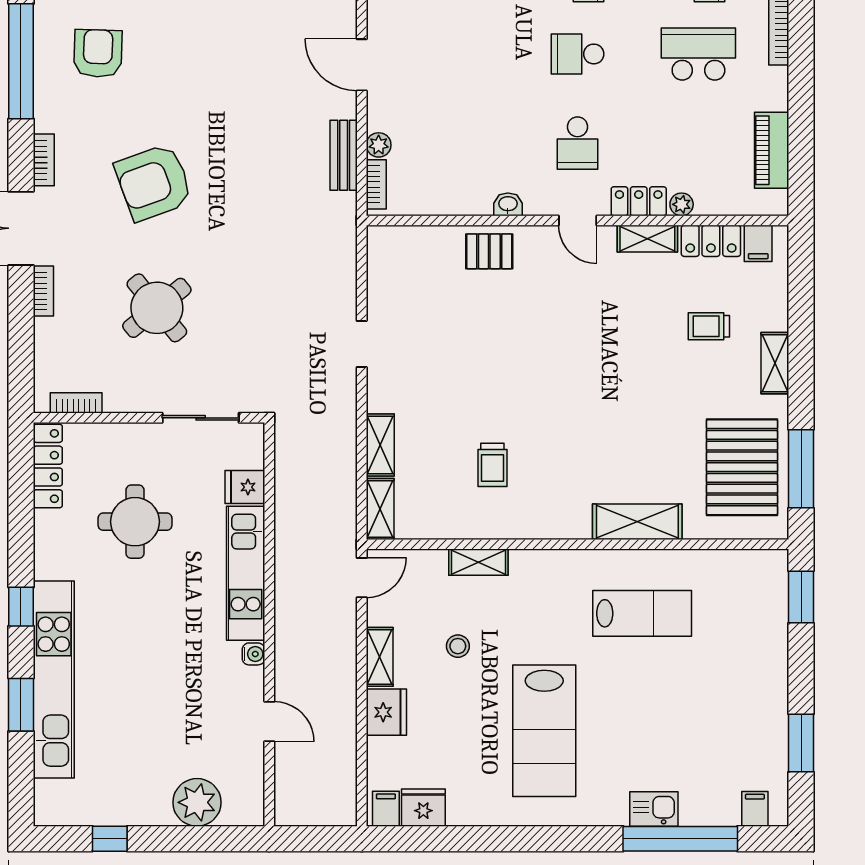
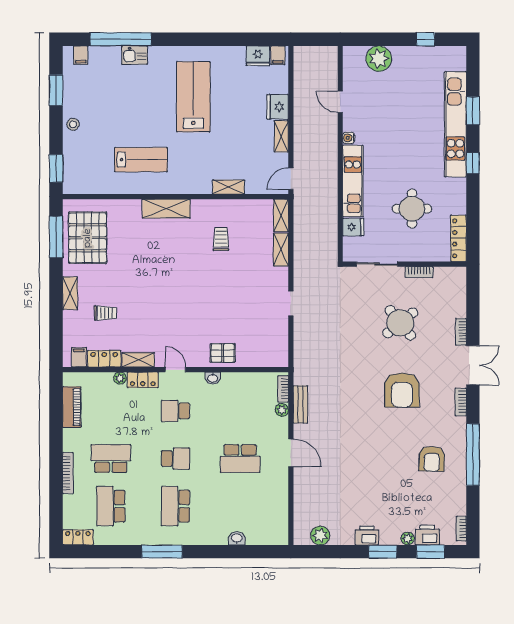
school desk: (457, 54) -> (240, 459), added
school desk: (698, 54) -> (111, 459), turned 180
school desk: (578, 143) -> (175, 411), turned -90
armchair: (154, 182) -> (402, 390), turned 110
bookcase: (76, 403) -> (419, 272), moved
shelving: (637, 522) -> (166, 209), moved
lab bench: (642, 613) -> (141, 160), turned 180
stool: (458, 646) -> (73, 124), moved

